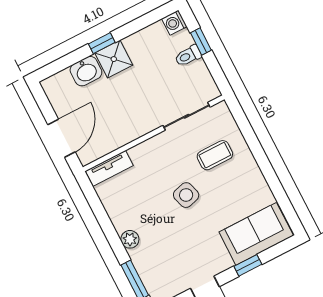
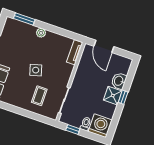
washing machine: (174, 23) -> (100, 126), width x1.89, depth x1.89
window: (201, 42) -> (73, 129), moved

